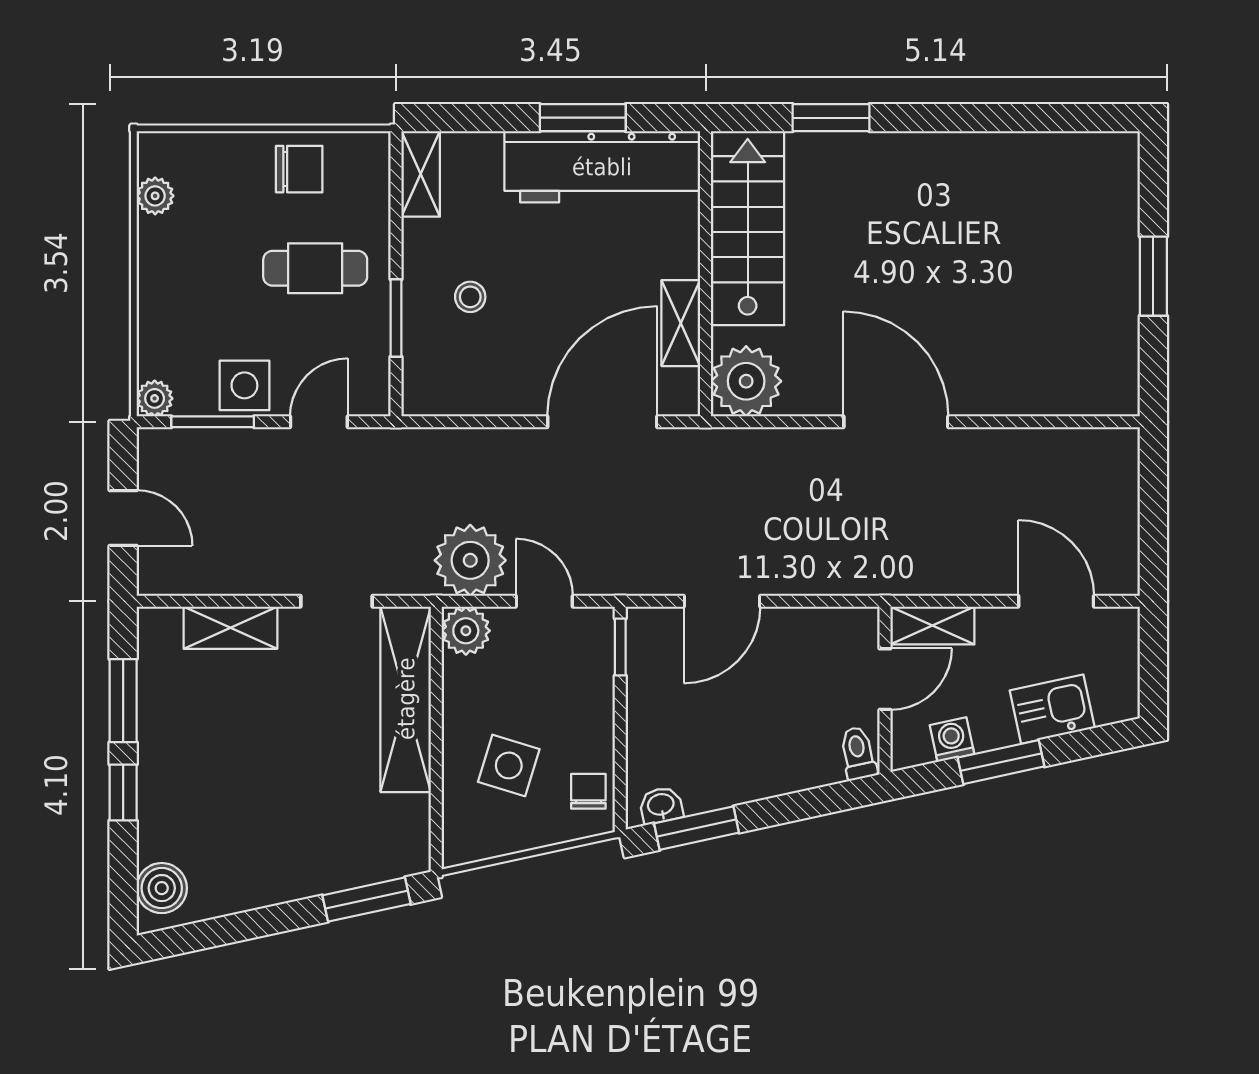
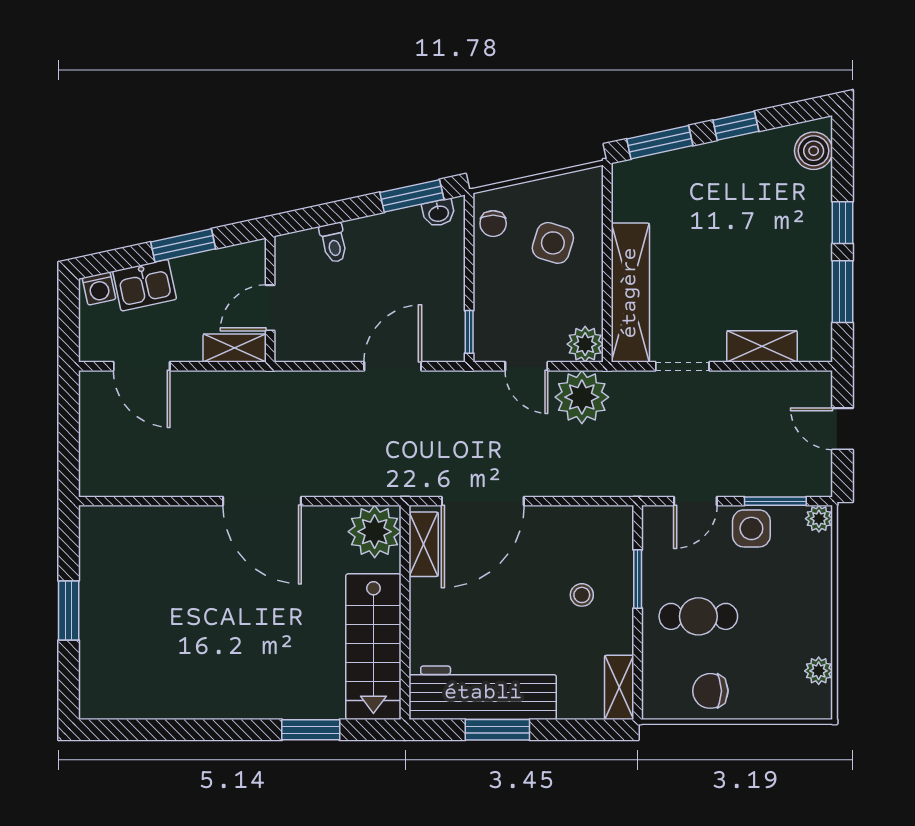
shelving: (681, 323) -> (424, 544), moved
washing machine: (952, 740) -> (99, 289), moved
toilet: (858, 753) -> (334, 243), moved
window: (265, 921) -> (736, 126), added

